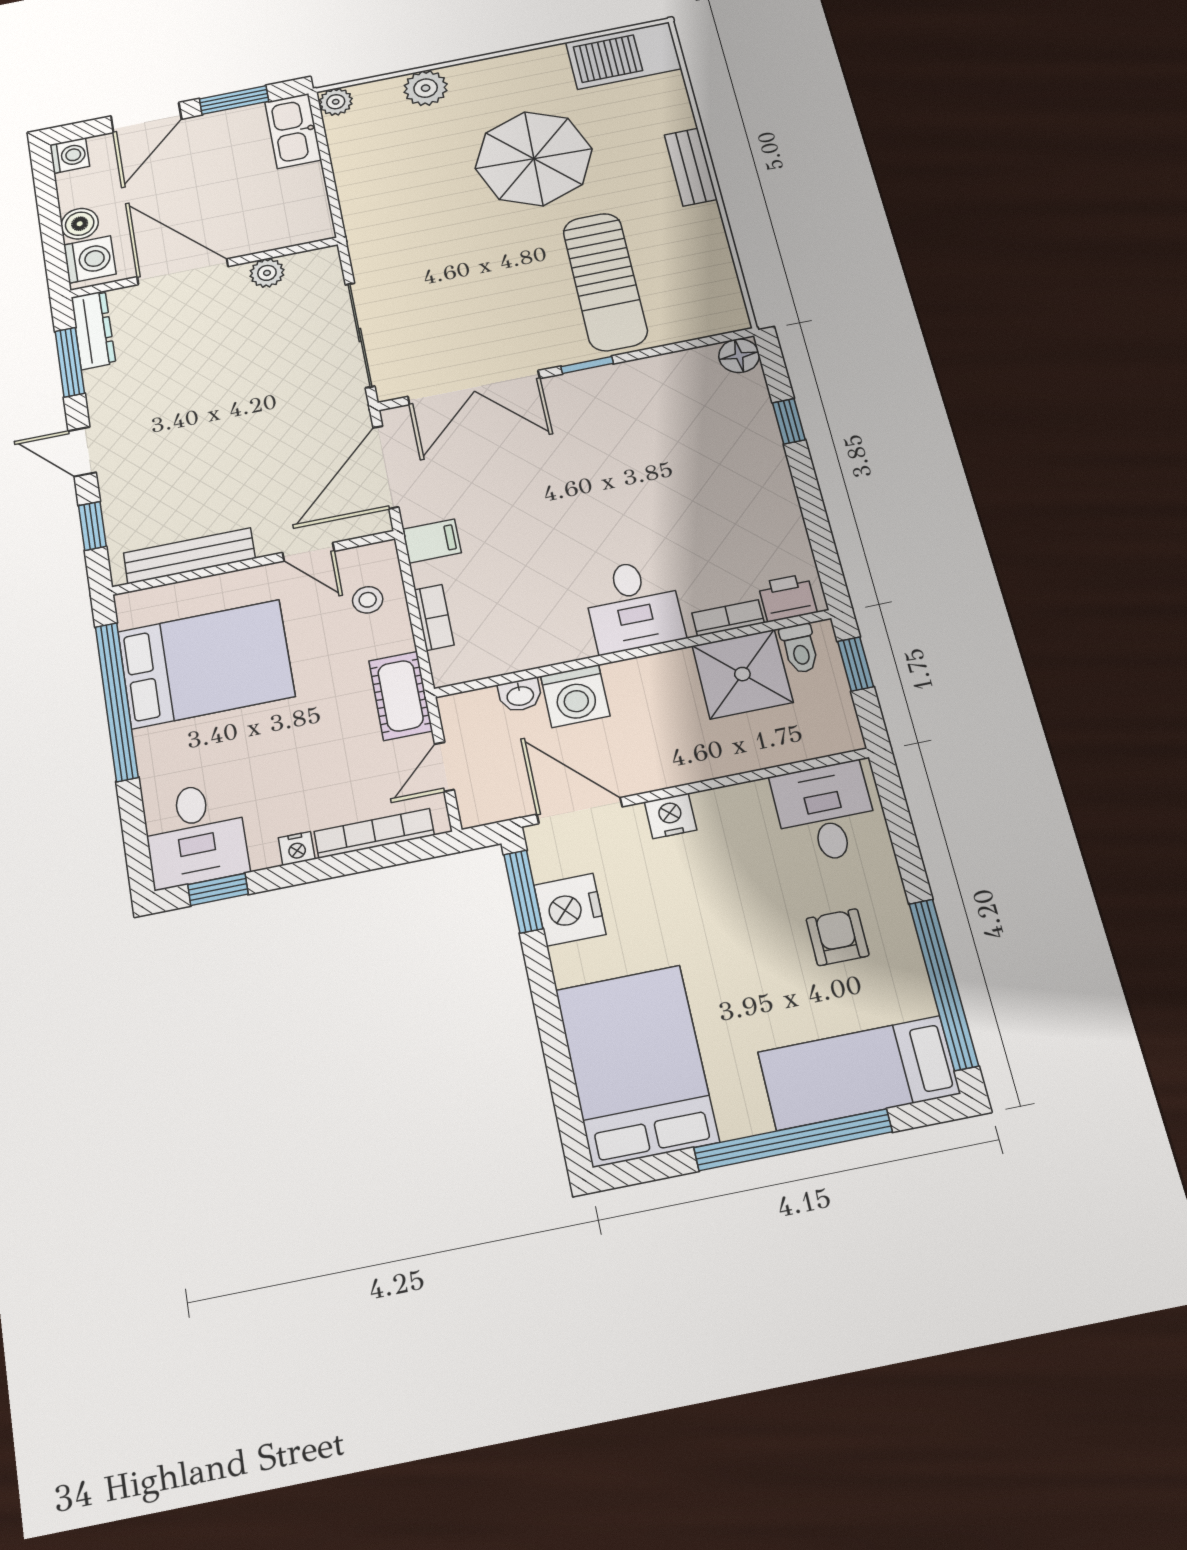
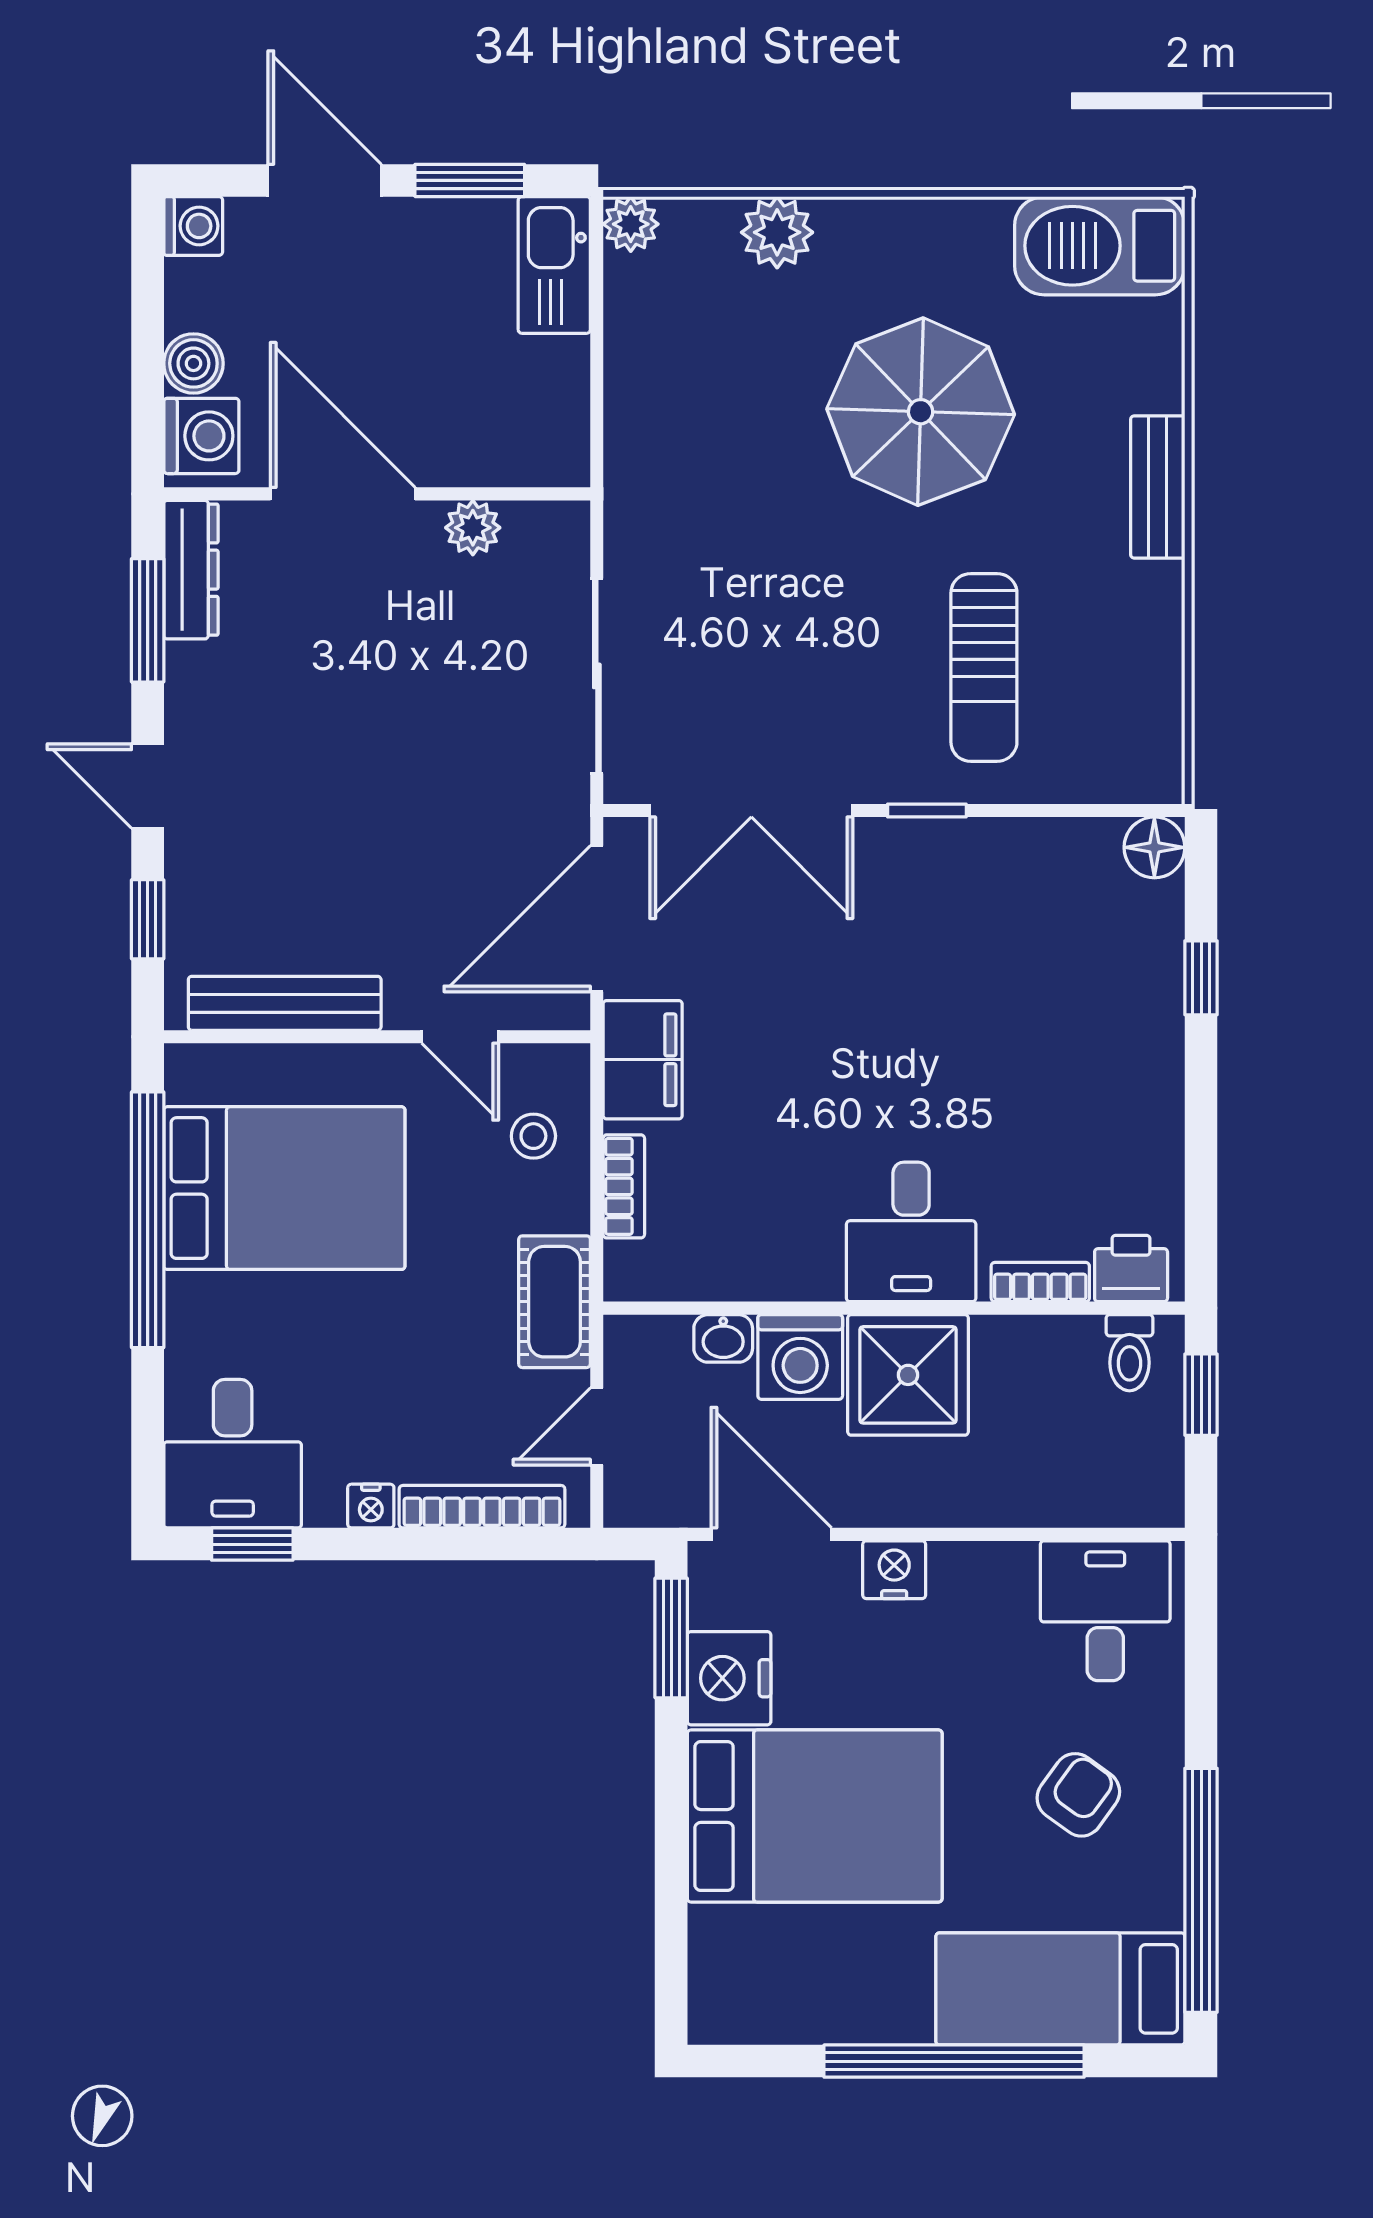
door: (146, 118) -> (325, 180), swing flipped
sun lounger: (605, 281) -> (984, 667), width x0.73, depth x0.75
filing cabinet: (432, 541) -> (643, 1060), width x2.00
shower: (742, 674) -> (908, 1375), moved
armchair: (837, 937) -> (1078, 1795), turned 36
bed: (637, 1065) -> (815, 1816), moved, turned 90

